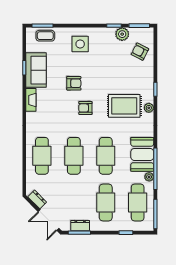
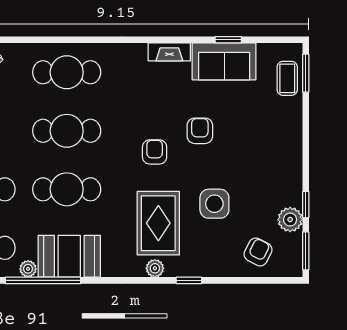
side table: (80, 44) -> (214, 204), moved
armchair: (74, 83) -> (200, 131), turned 180

